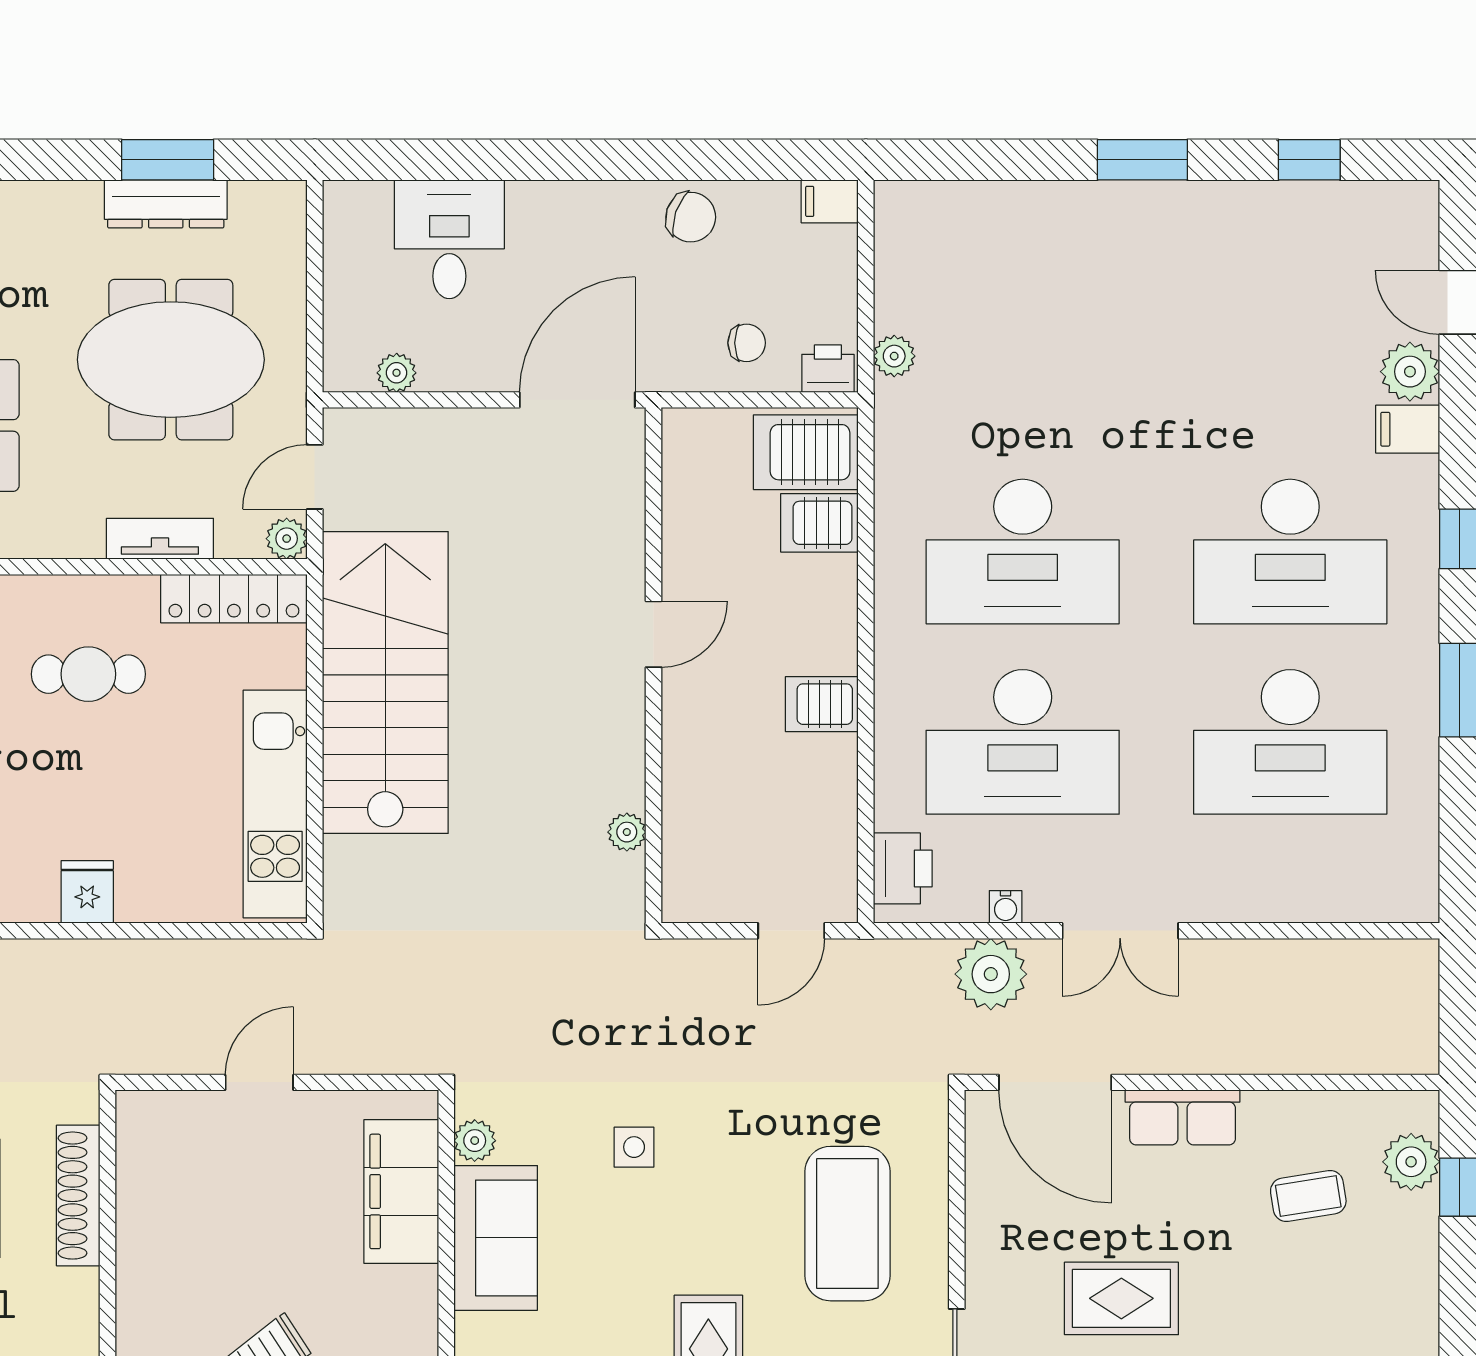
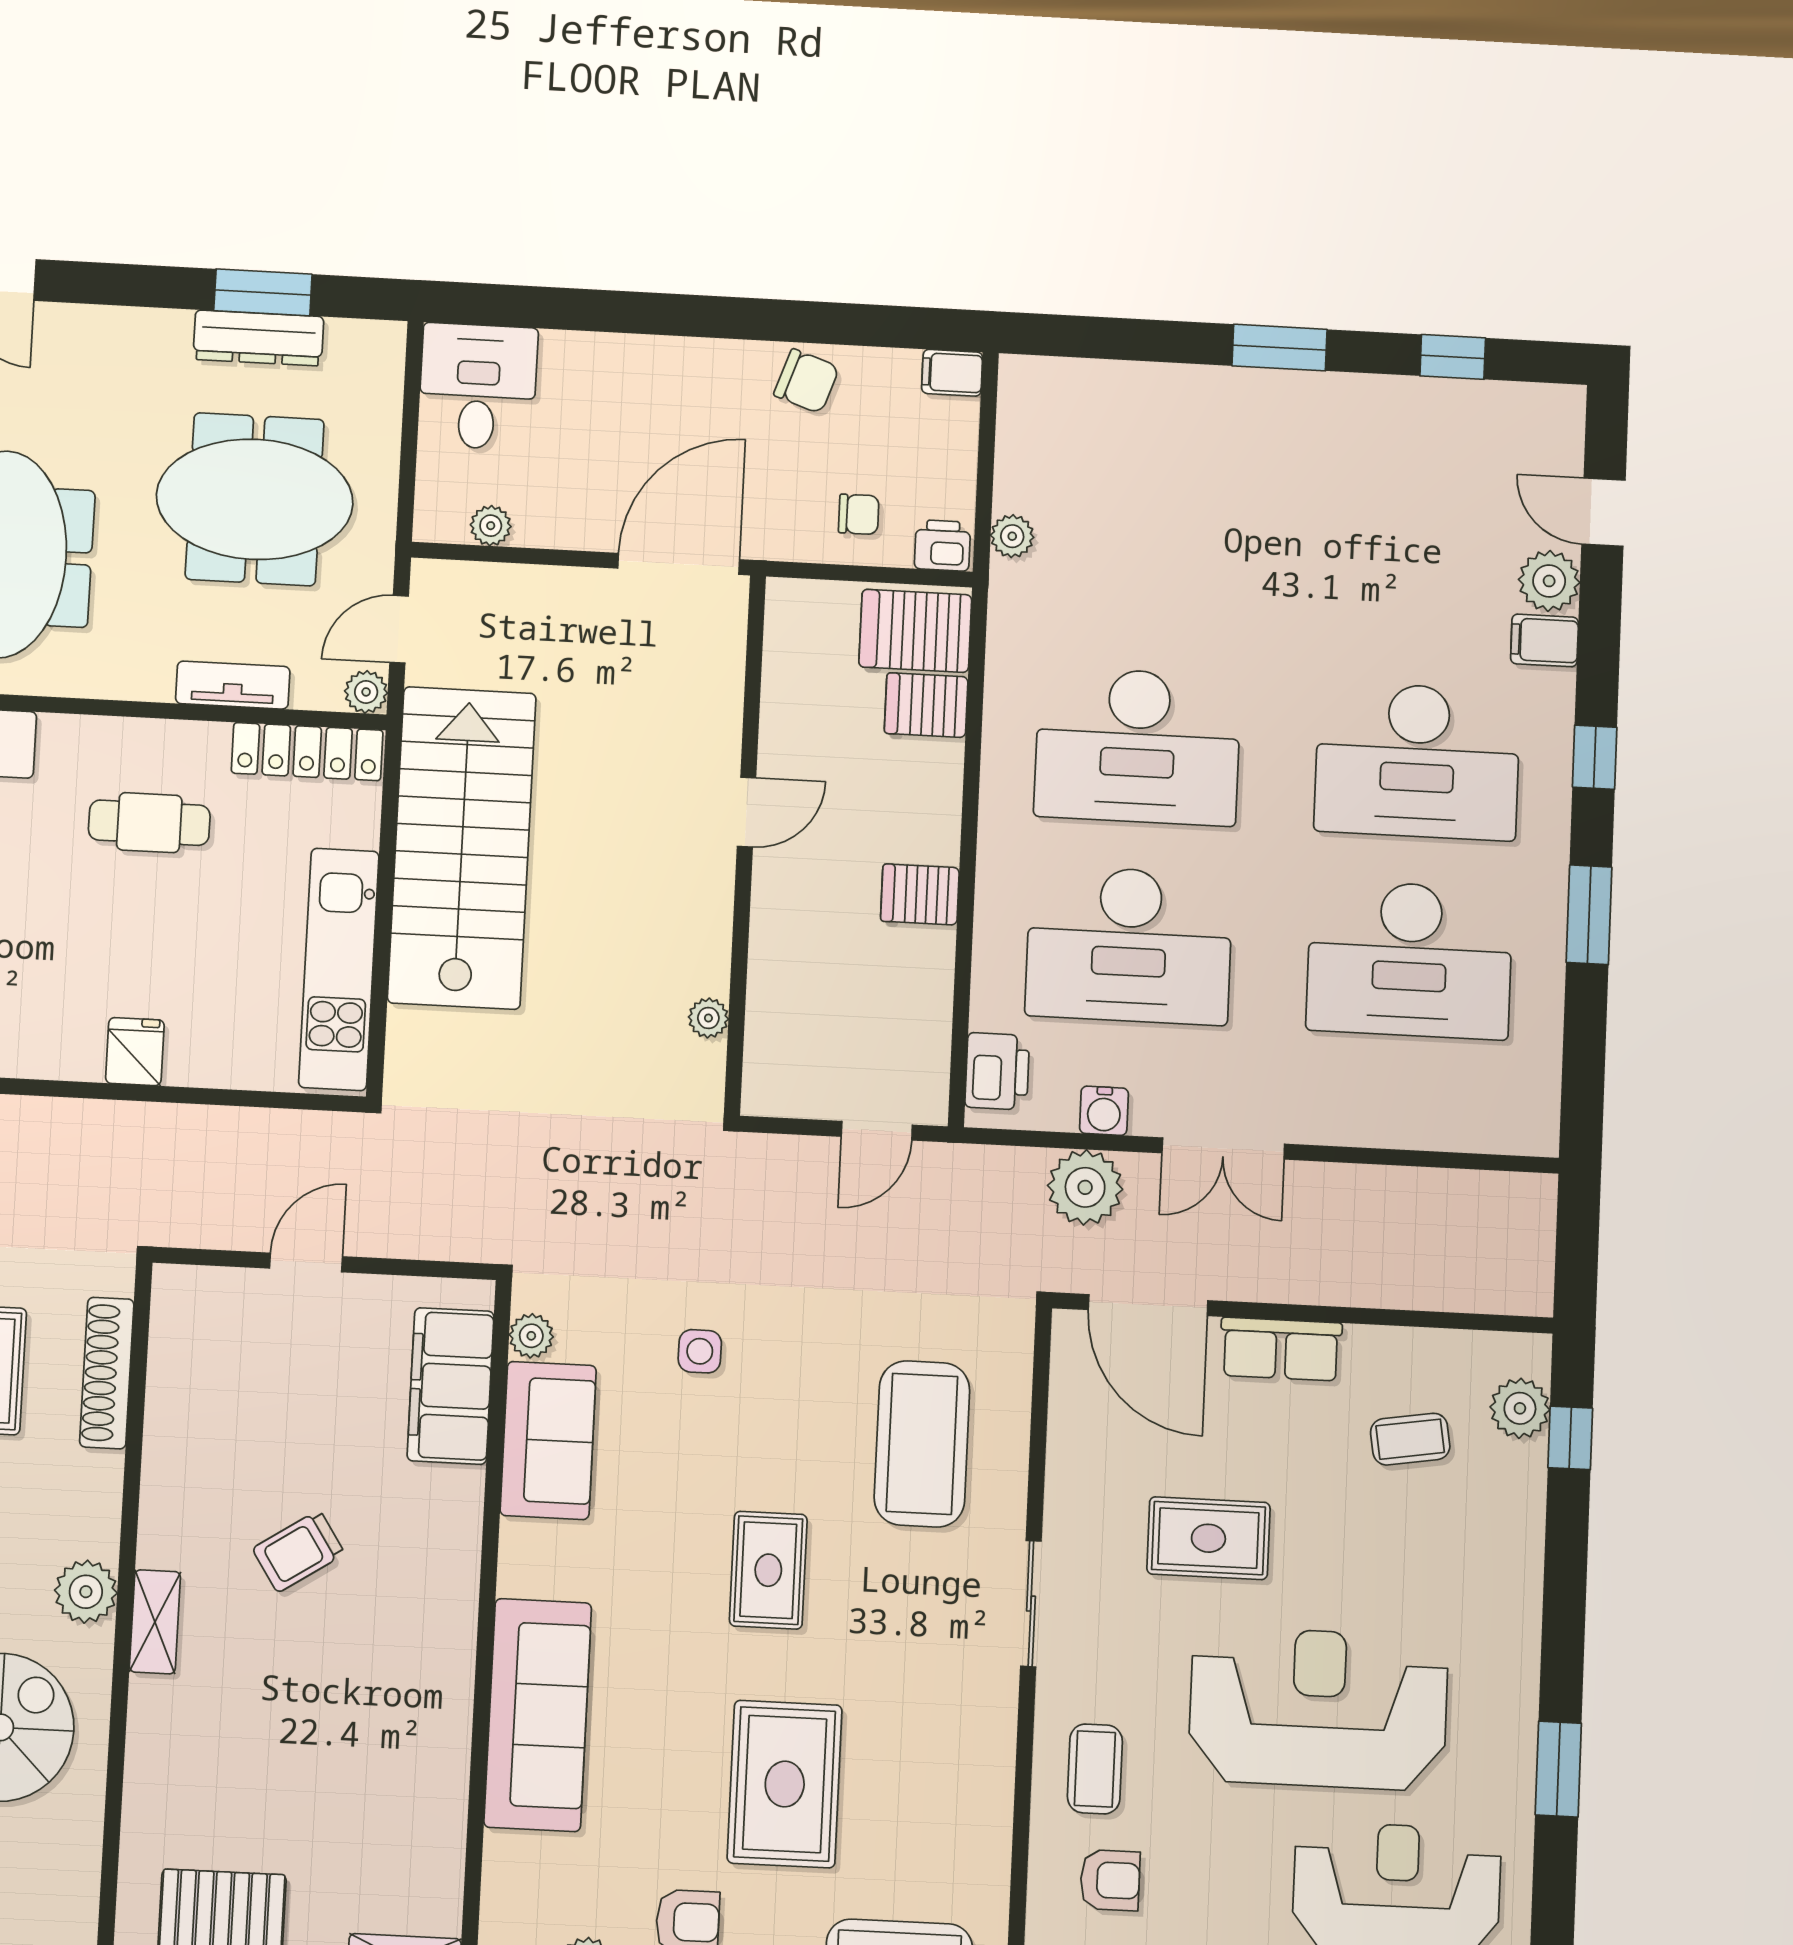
desk: (449, 239) -> (478, 386), moved
water cooler: (1006, 907) -> (1104, 1111), width x1.38, depth x1.38

